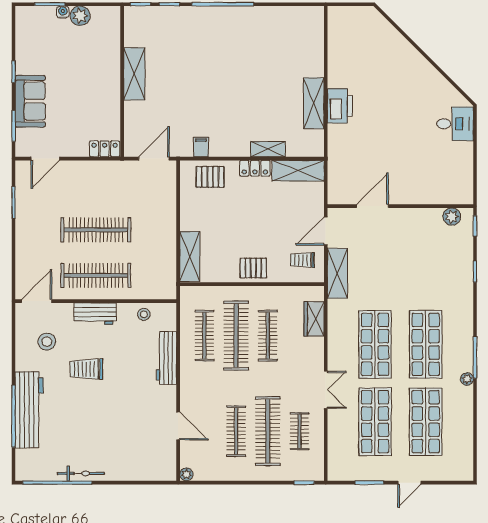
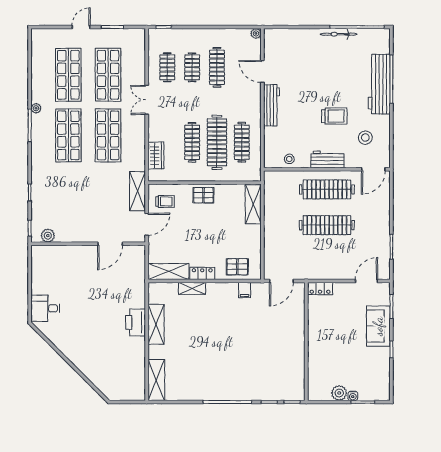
shelving: (134, 74) -> (156, 380), moved
workbench: (166, 358) -> (272, 105), moved
clothes rail: (268, 431) -> (192, 67), width x0.54, depth x0.76

